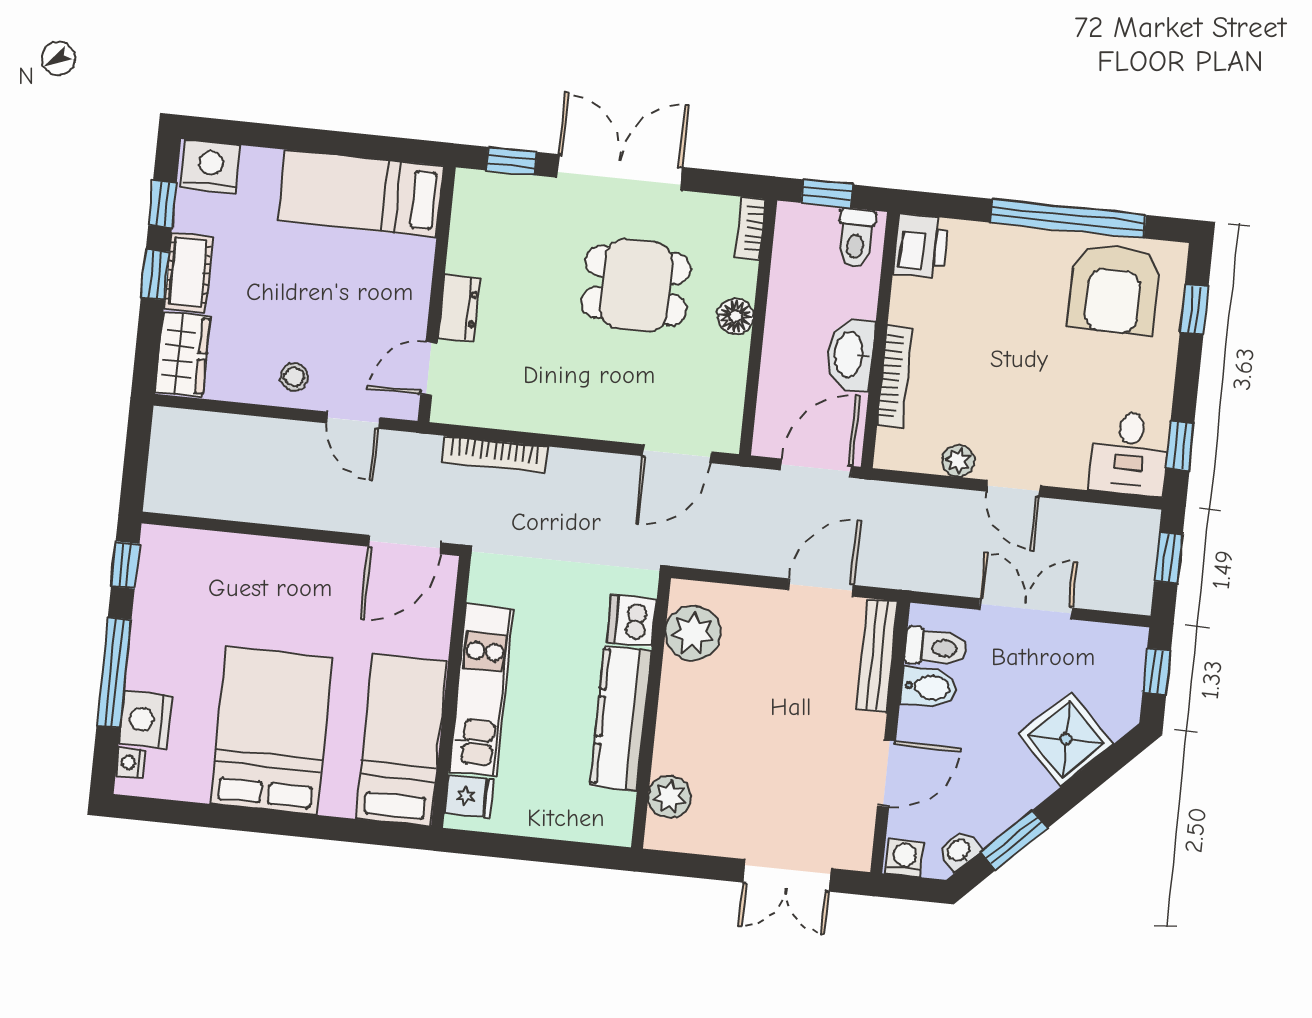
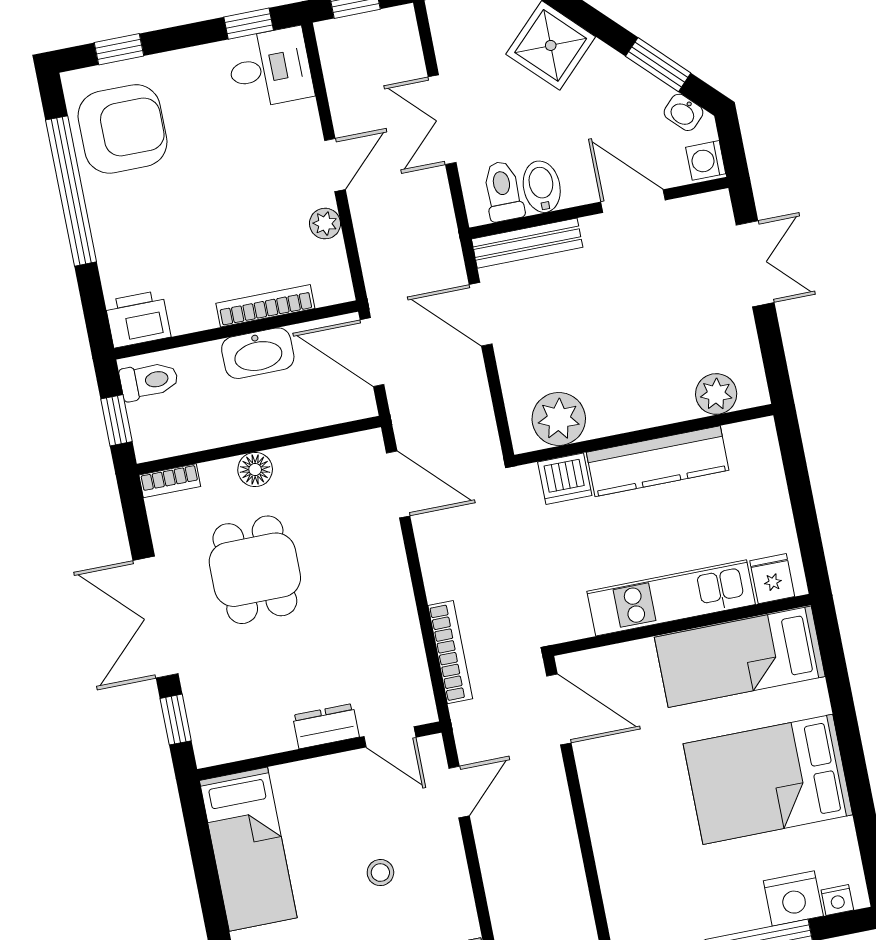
stool: (294, 377) -> (380, 873), moved

